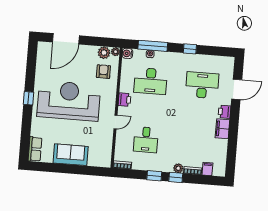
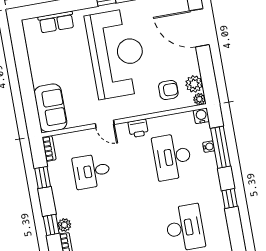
row of seats: (35, 149) -> (56, 22), moved
sofa: (71, 155) -> (51, 108), moved
window: (154, 176) -> (43, 177), moved

